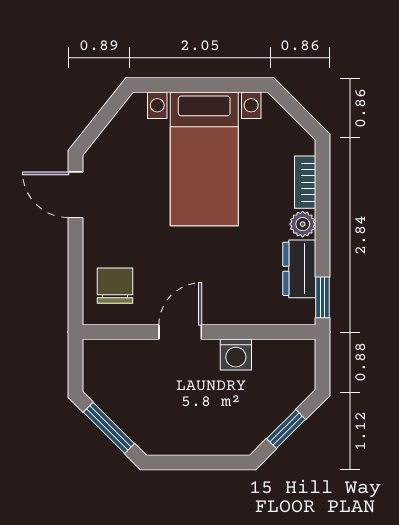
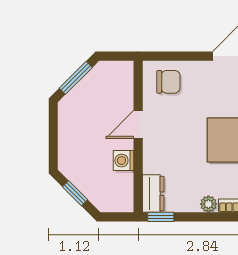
dresser: (299, 269) -> (153, 194), moved, turned 90
door: (180, 332) -> (138, 124), swing flipped

